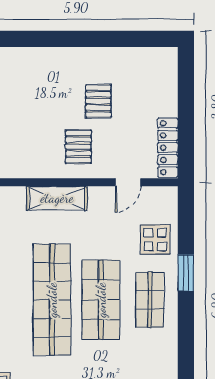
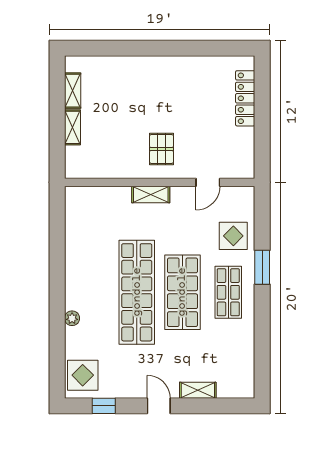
pallet: (98, 101) -> (180, 106), removed
locker: (168, 148) -> (245, 98), moved
shelving: (57, 198) -> (151, 194), width x0.67, depth x0.75

